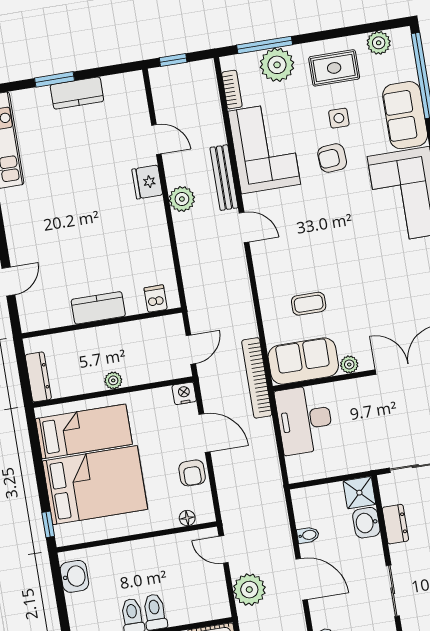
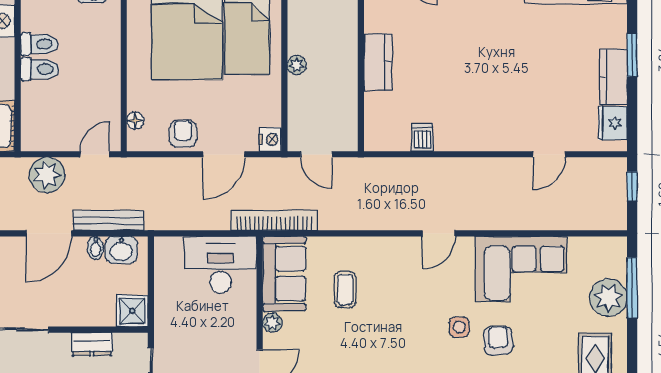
bookcase: (232, 90) -> (590, 245), removed
side table: (339, 118) -> (459, 327), moved
bench: (224, 178) -> (108, 221), moved
fridge: (147, 182) -> (613, 123), moved, turned -90
plant: (182, 199) -> (480, 171), removed
dishwasher: (156, 299) -> (422, 137), moved, turned -90
armchair: (192, 473) -> (183, 134), turned 90
washbasin: (366, 523) -> (121, 250), moved, turned 180

